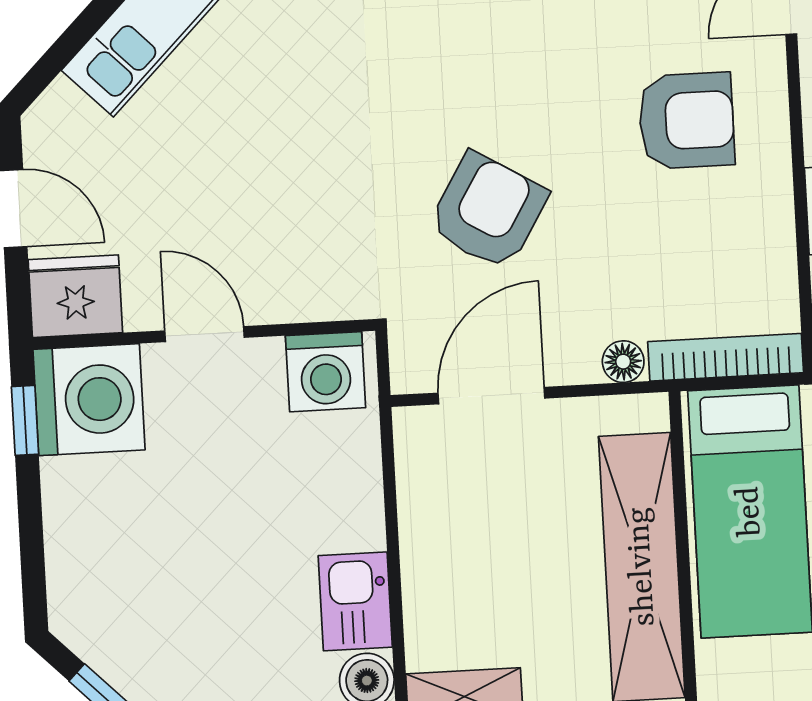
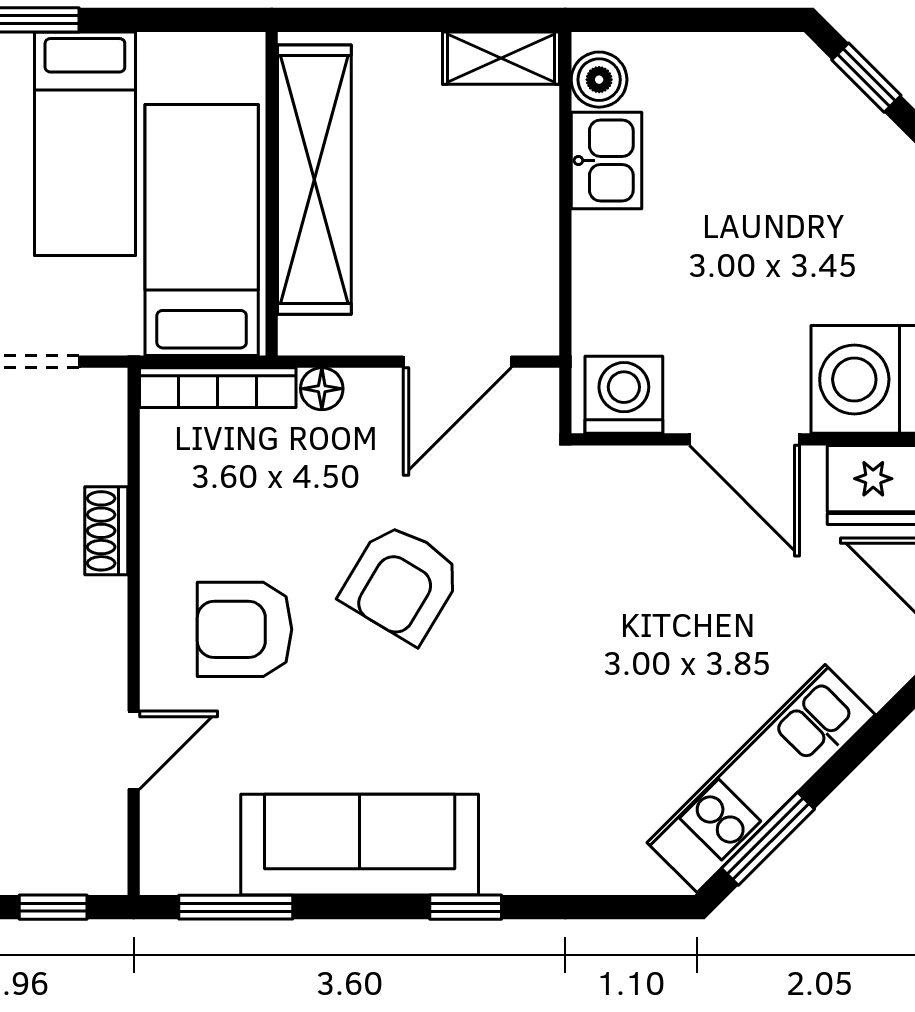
armchair: (488, 211) -> (402, 583), moved
door: (204, 334) -> (745, 439), width x1.38

